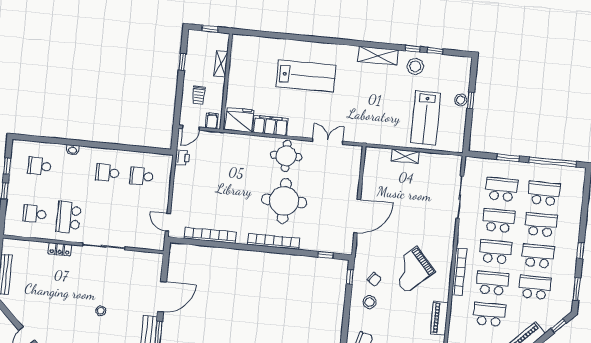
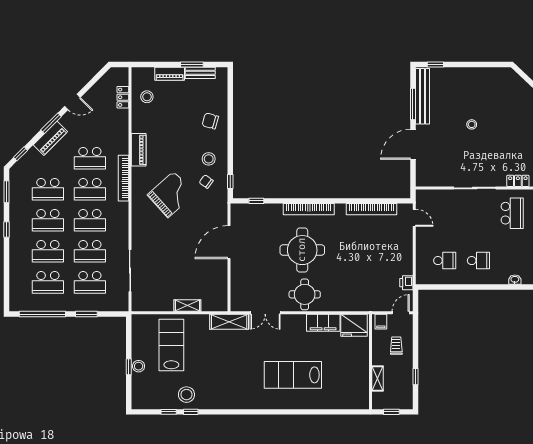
shelving: (378, 56) -> (229, 322), moved
bookcase: (459, 272) -> (123, 178), moved

